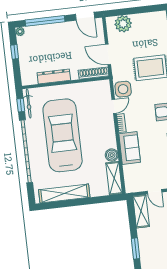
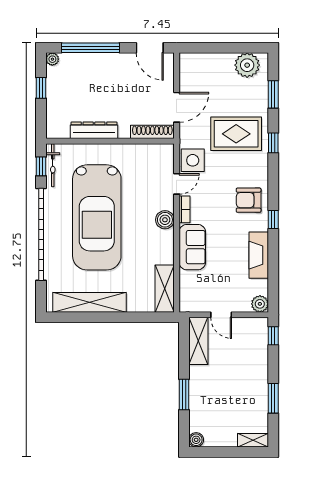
plant: (123, 24) -> (247, 65), moved
door: (108, 54) -> (177, 107), swing flipped
car: (63, 135) -> (97, 217), turned 180
boiler: (112, 155) -> (165, 220), moved

